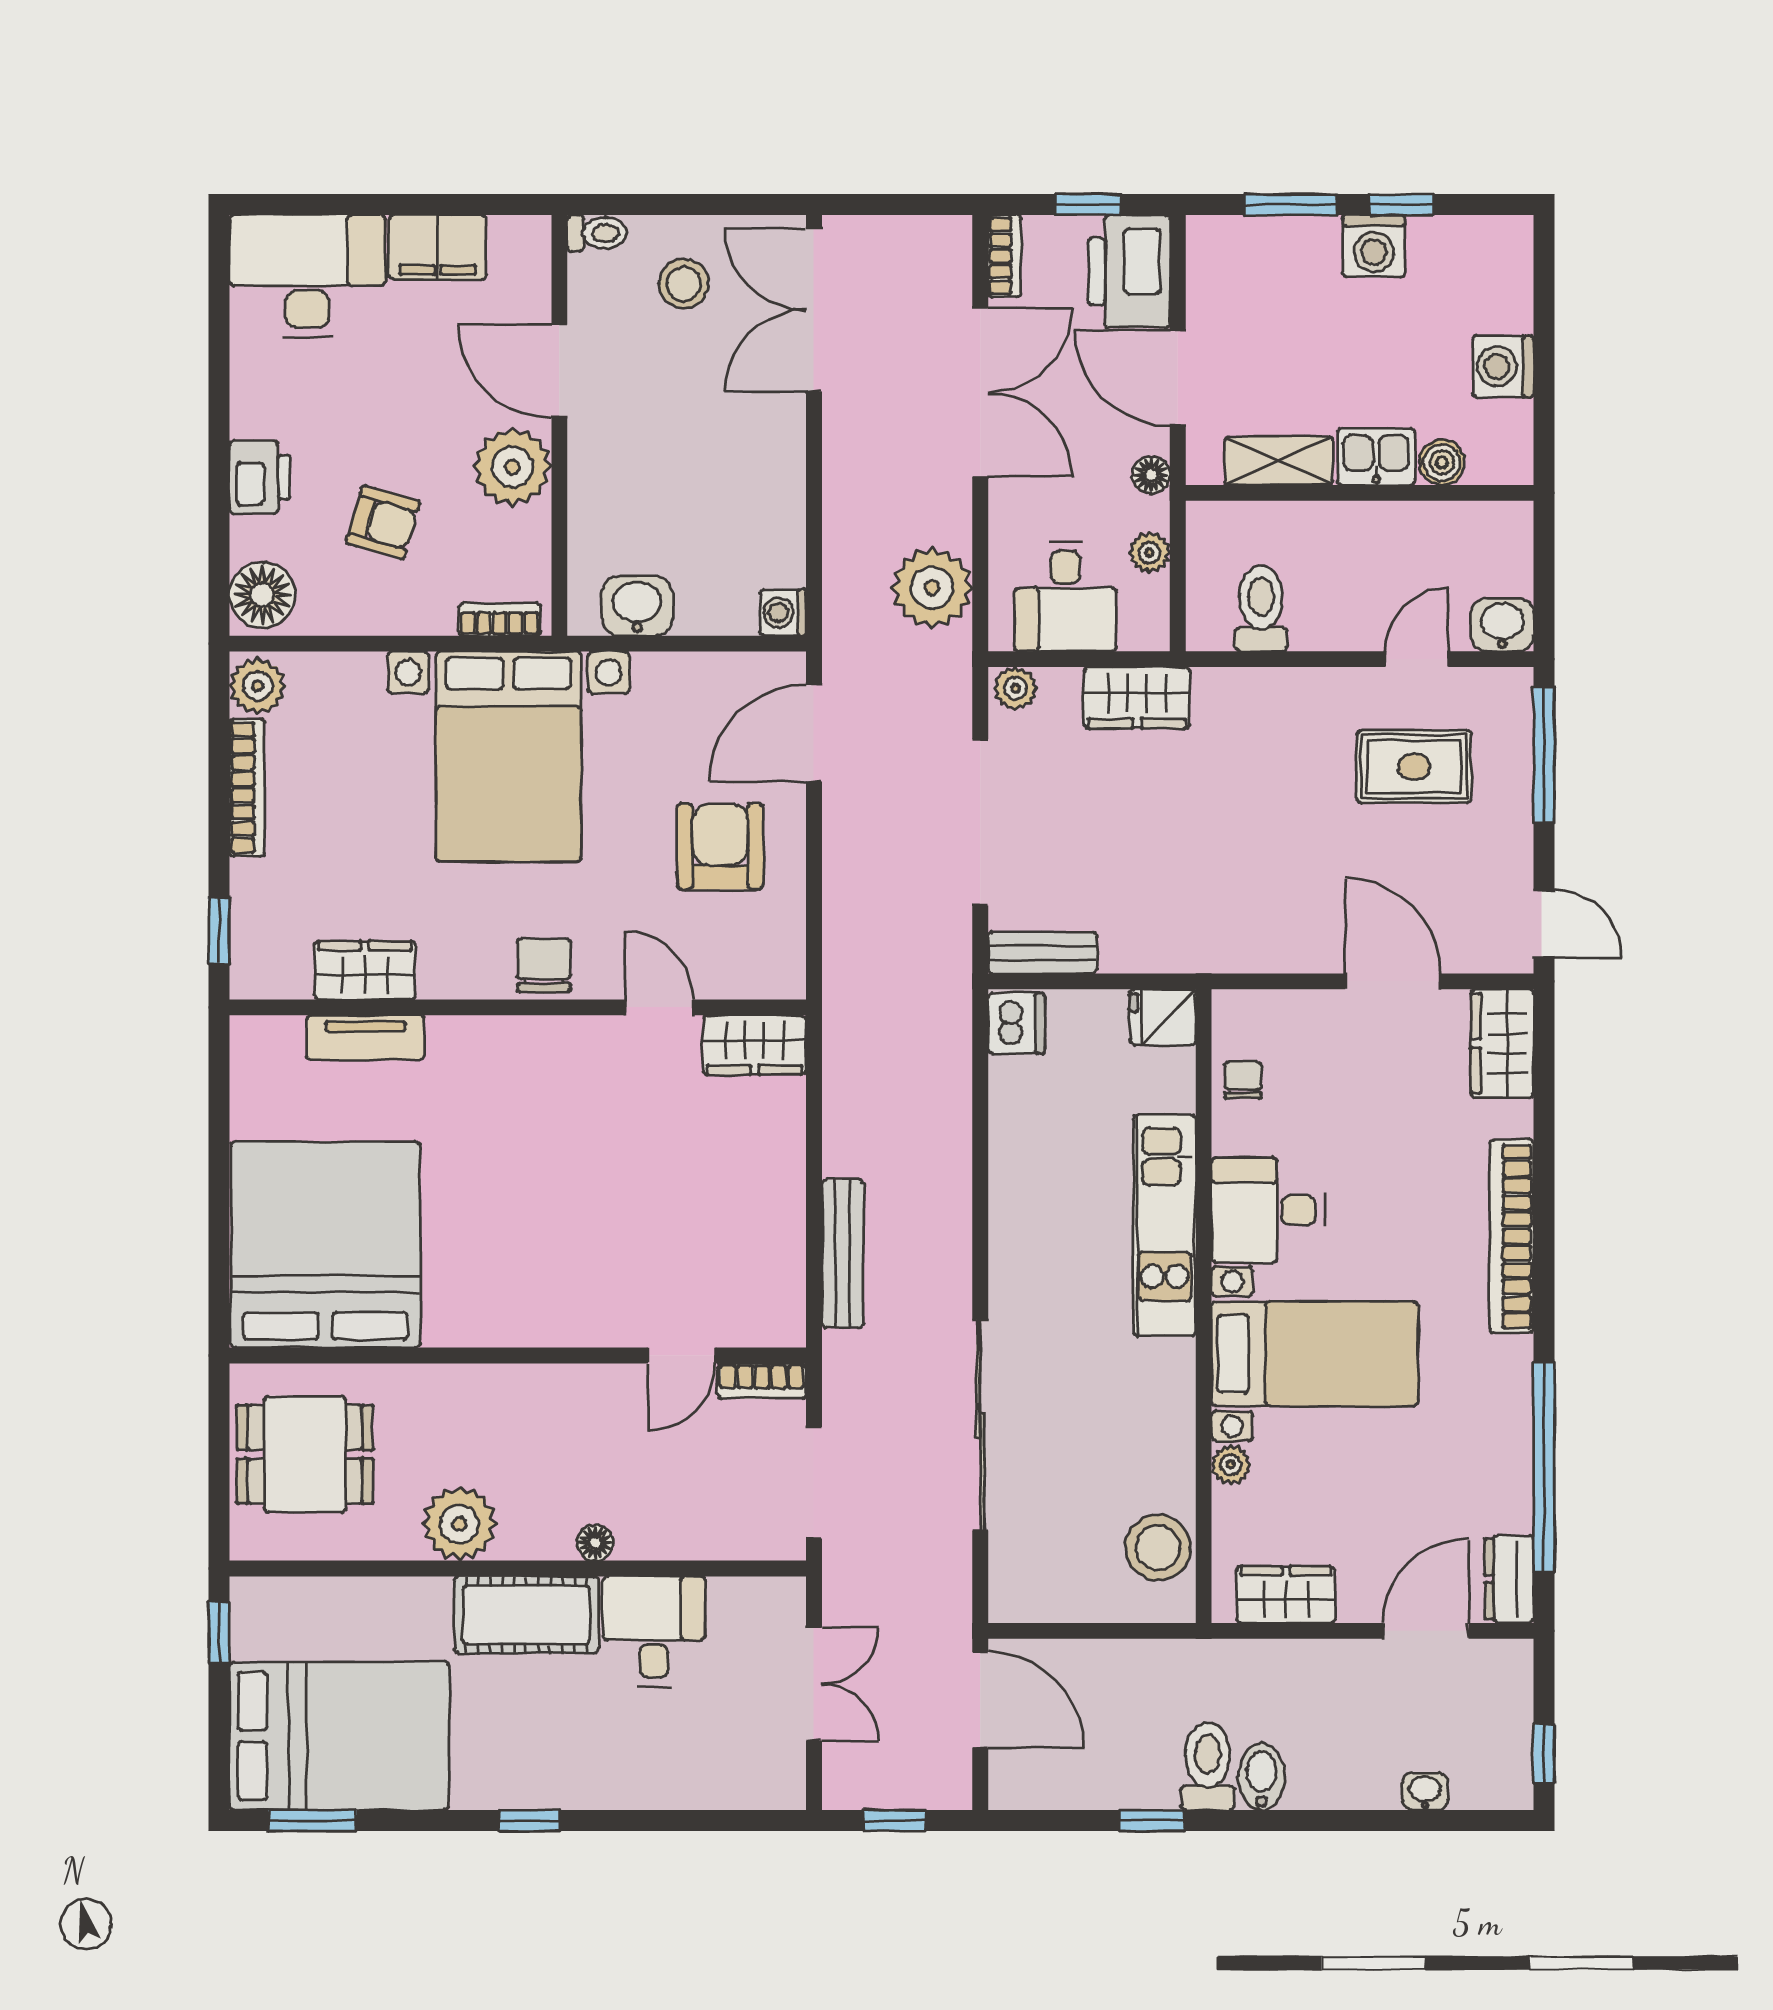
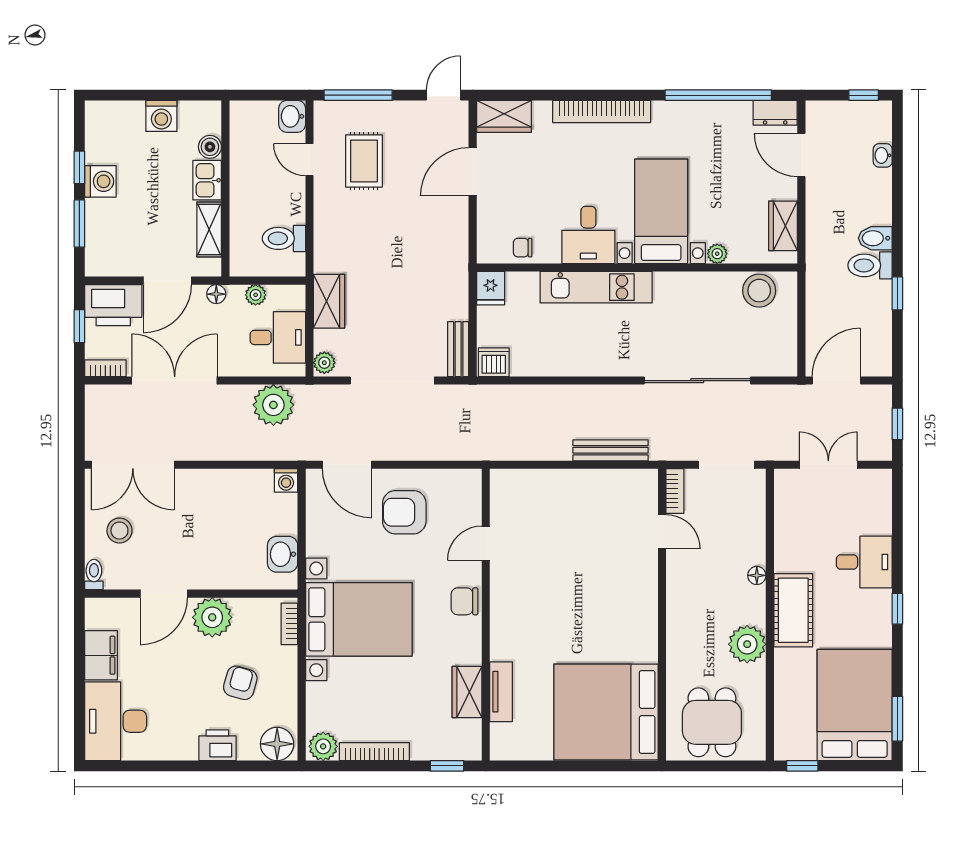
wardrobe: (755, 1045) -> (505, 495), removed
desk: (654, 1631) -> (864, 562), moved, turned 180

